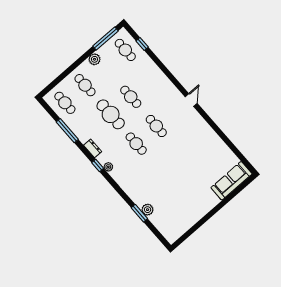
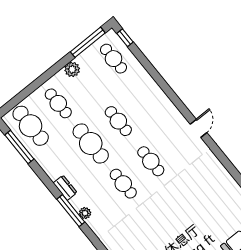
window: (142, 44) -> (125, 38), moved
cafe table: (65, 103) -> (31, 126), width x1.37, depth x1.35
window: (67, 131) -> (19, 147), moved
window: (98, 165) -> (71, 211), width x2.17

